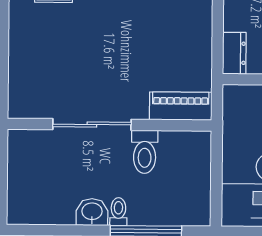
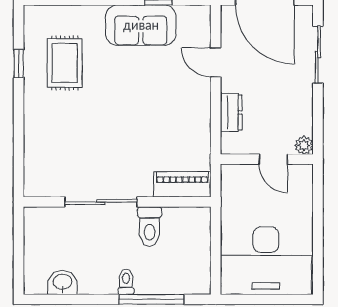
dresser: (234, 53) -> (231, 112), moved
washbasin: (92, 212) -> (62, 282), moved

